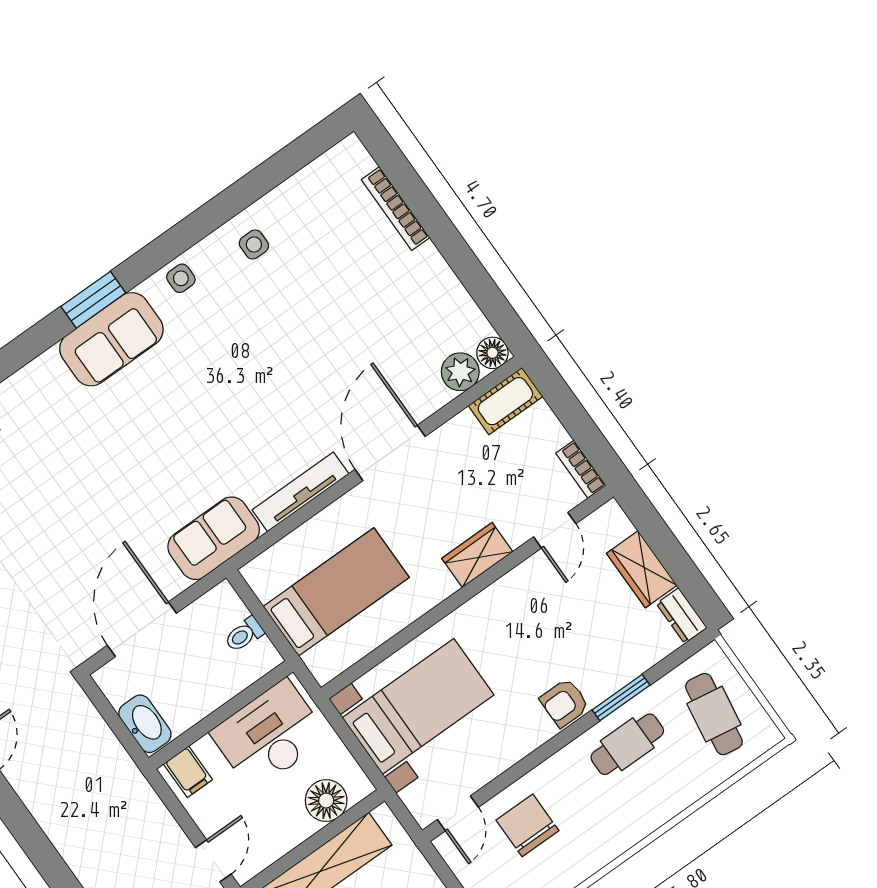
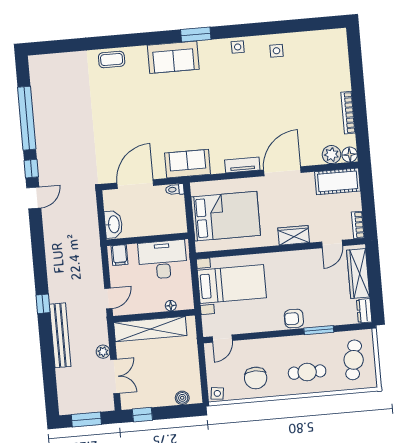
bookcase: (396, 209) -> (348, 113), moved
sofa: (111, 339) -> (173, 57), moved
cot: (505, 401) -> (338, 181), width x1.37, depth x1.34
tv unit: (301, 492) -> (242, 165), width x0.71
wardrobe: (642, 569) -> (358, 274), width x1.50
bed: (336, 592) -> (226, 216), width x1.50
toilet: (244, 634) -> (175, 189), moved
cafe table: (627, 744) -> (307, 372), moved
floor lamp: (326, 801) -> (171, 306), width x0.53, depth x0.53
chair: (527, 825) -> (256, 378), moved, turned 180

